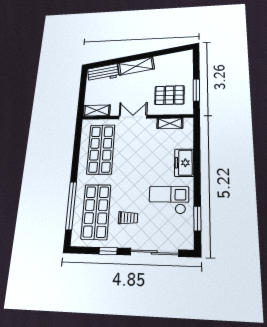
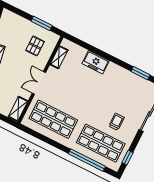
pallet: (169, 95) -> (35, 46), width x0.67, depth x0.71
checkout: (169, 200) -> (118, 86), removed
window: (108, 251) -> (127, 158), moved

